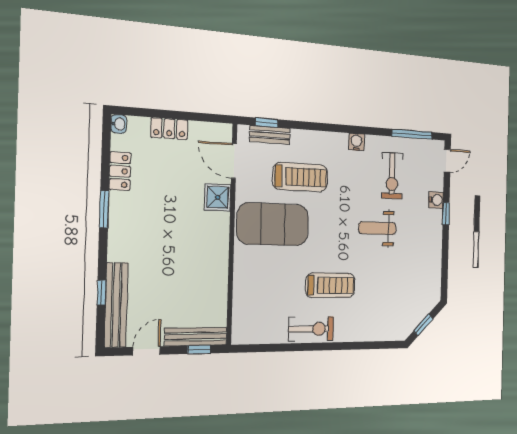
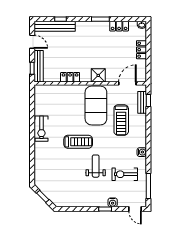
shower: (218, 197) -> (98, 75), moved
locker: (219, 274) -> (70, 77), added
treadmill: (330, 285) -> (78, 142), moved, turned -90

